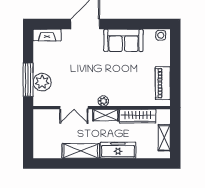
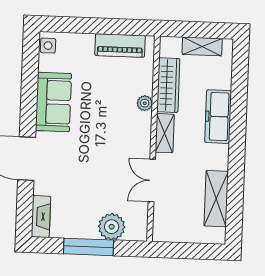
window: (28, 80) -> (89, 247), moved
plant: (103, 101) -> (145, 103), moved
double door: (74, 108) -> (152, 180), swing flipped
shelving: (81, 151) -> (216, 199), moved

